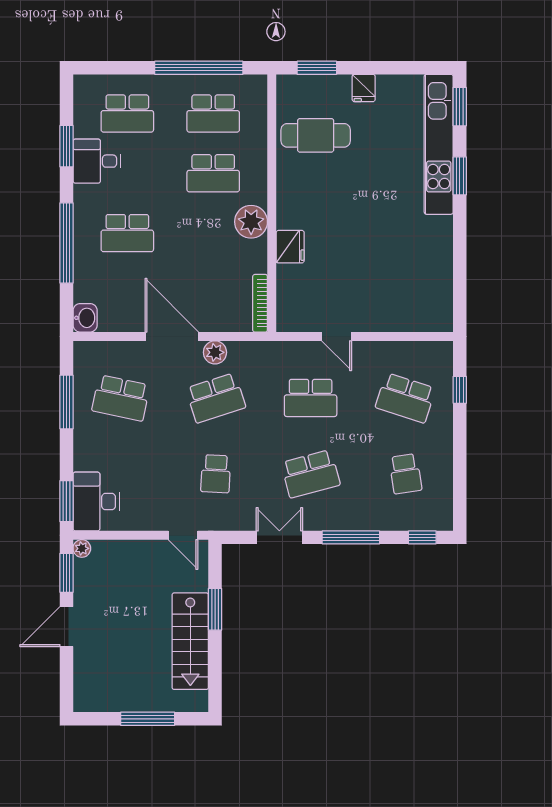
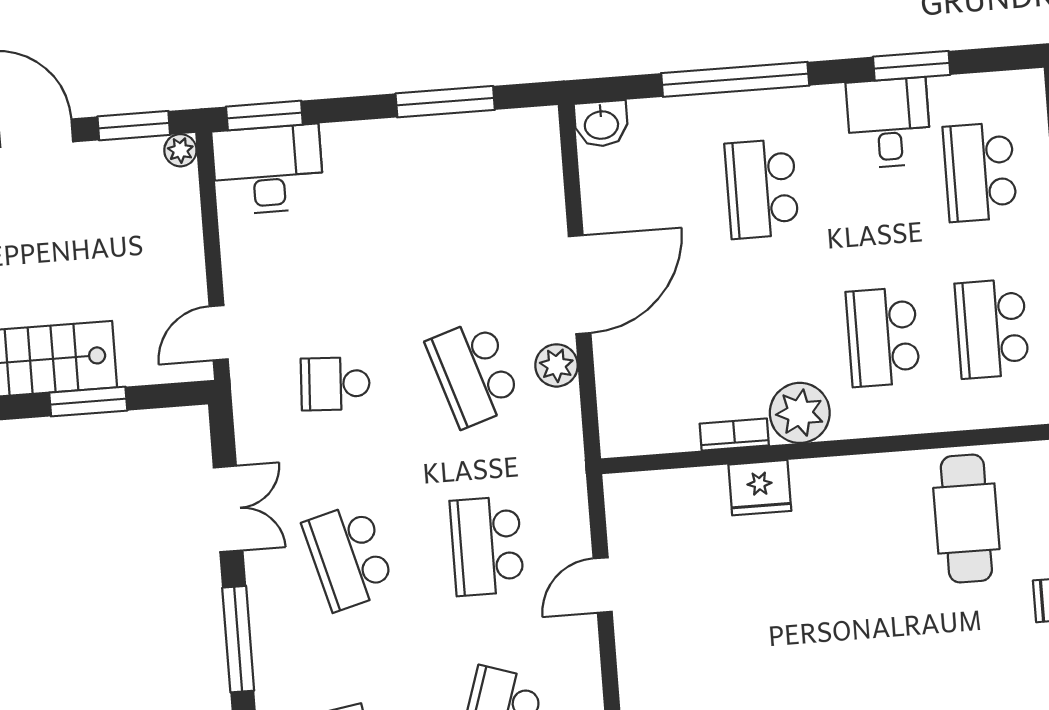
bookcase: (260, 303) -> (734, 435), moved, width x0.64
school desk: (121, 398) -> (460, 200), removed

